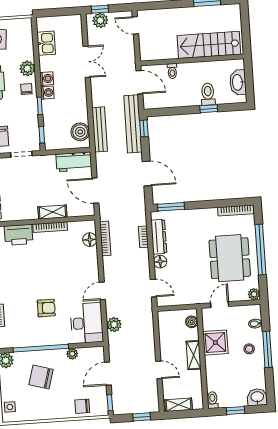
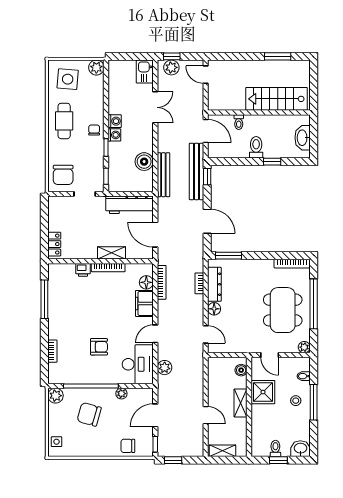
kitchen sink: (46, 43) -> (145, 72), moved, turned 180
plant: (27, 68) -> (96, 68), moved
toilet: (208, 94) -> (256, 147), moved
boiler: (80, 132) -> (144, 162), moved
workbench: (74, 162) -> (129, 205), width x1.38
printer: (19, 235) -> (83, 270), width x0.53, depth x0.68
filing cabinet: (89, 261) -> (144, 303), added
door: (220, 305) -> (270, 355), swing flipped
toilet: (212, 400) -> (275, 448), moved
window: (142, 417) -> (173, 460), moved

